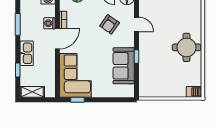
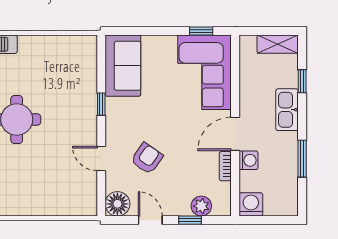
sofa: (124, 66) -> (123, 66), moved

